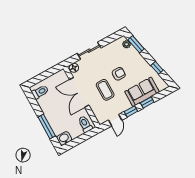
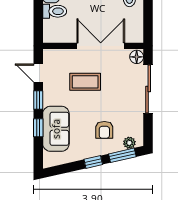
sliding door: (89, 51) -> (148, 89), width x1.37
window: (157, 68) -> (93, 162), moved
armchair: (119, 74) -> (104, 130), moved
toilet: (85, 124) -> (55, 11), moved

